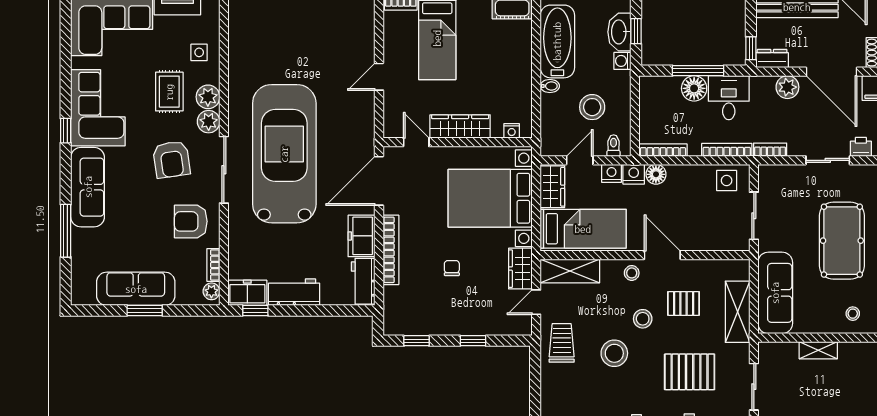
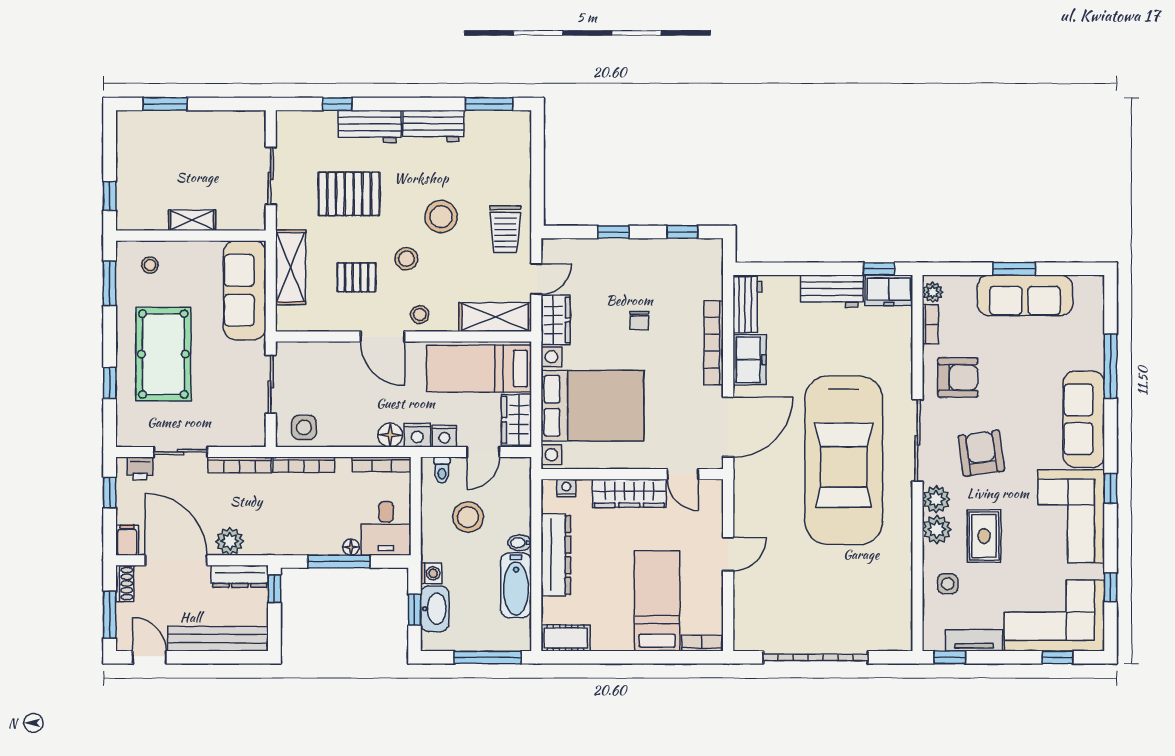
bathtub: (557, 41) -> (516, 585), width x0.73, depth x0.73
window: (66, 49) -> (1110, 587), added
dresser: (772, 59) -> (240, 576), width x1.44
dresser: (520, 76) -> (556, 555), added
floor lamp: (694, 88) -> (351, 547), width x0.53, depth x0.53
desk: (729, 98) -> (386, 528), moved
bookcase: (770, 150) -> (240, 465), width x1.56

